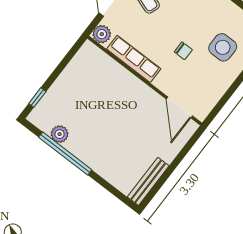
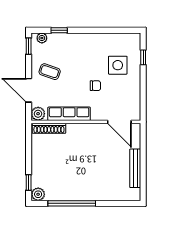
shoe rack: (101, 58) -> (49, 128), added
plant: (60, 134) -> (38, 194), moved
bench: (148, 181) -> (135, 168), moved

